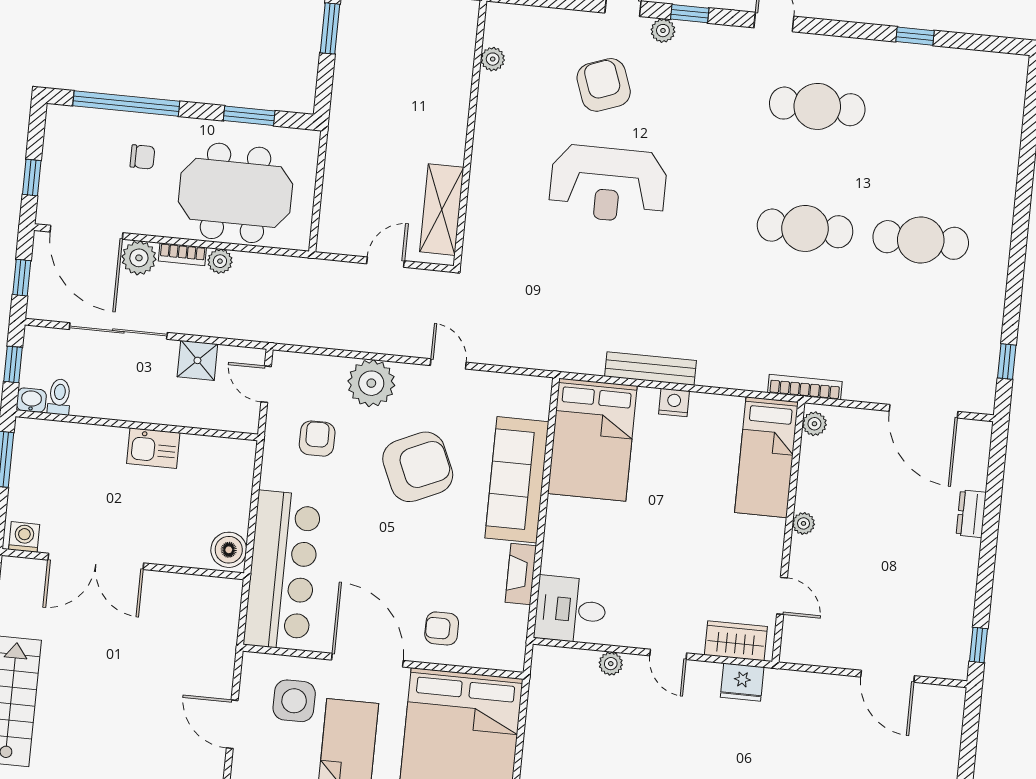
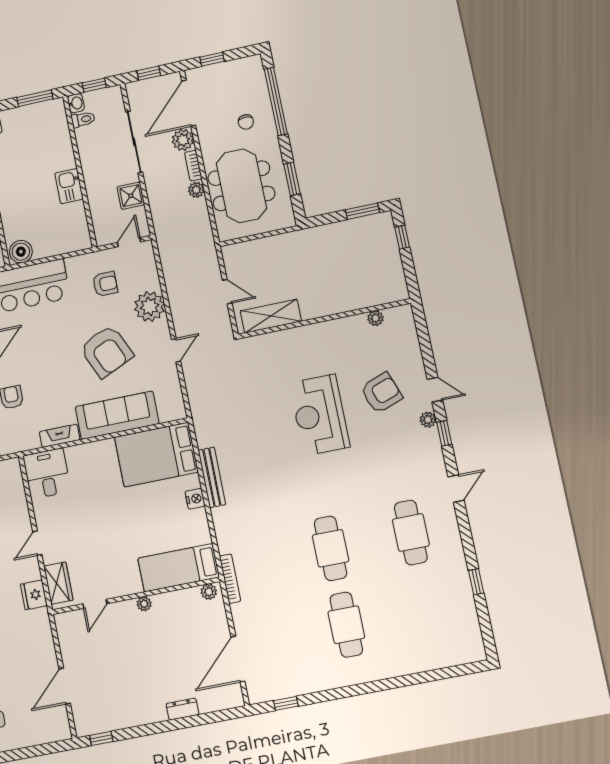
plant: (611, 664) -> (21, 509), removed

